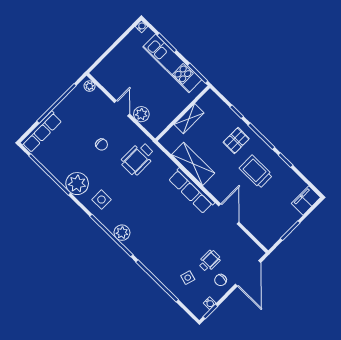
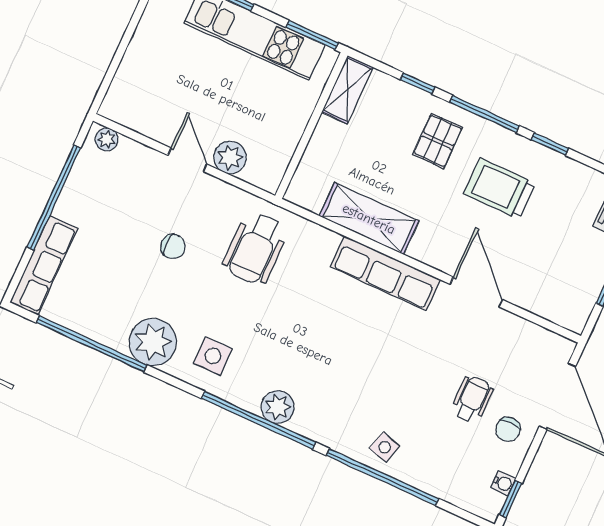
shelving: (189, 119) -> (347, 90), moved
side table: (188, 278) -> (385, 447), moved

